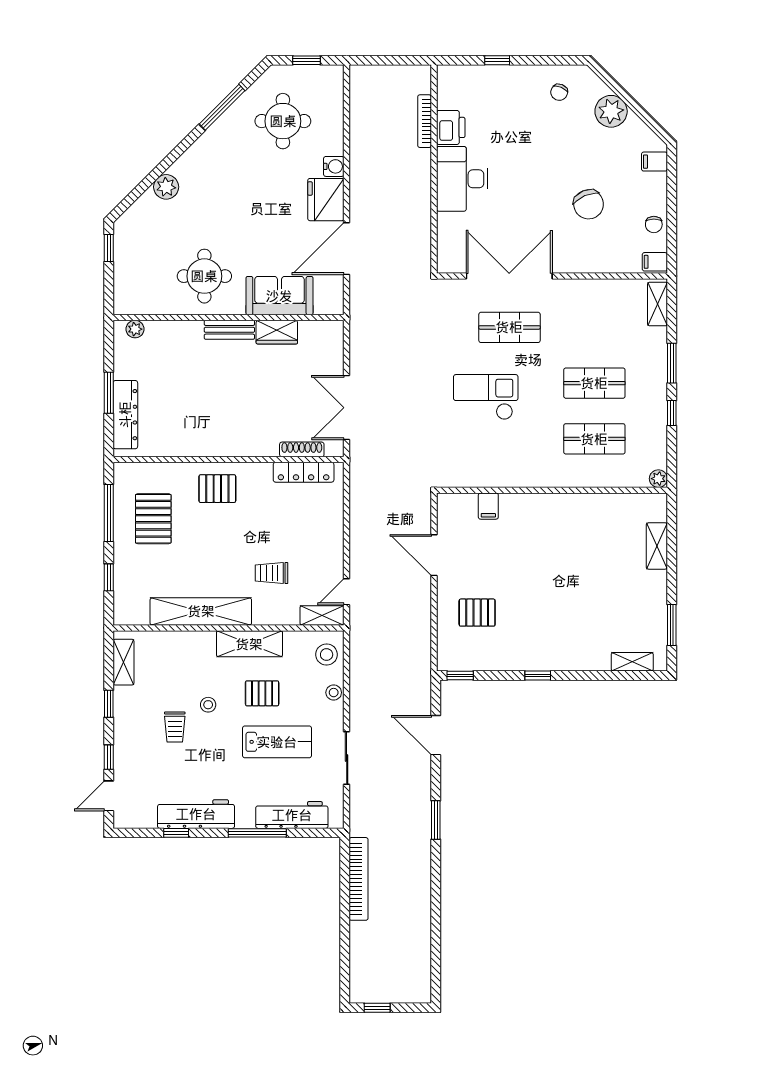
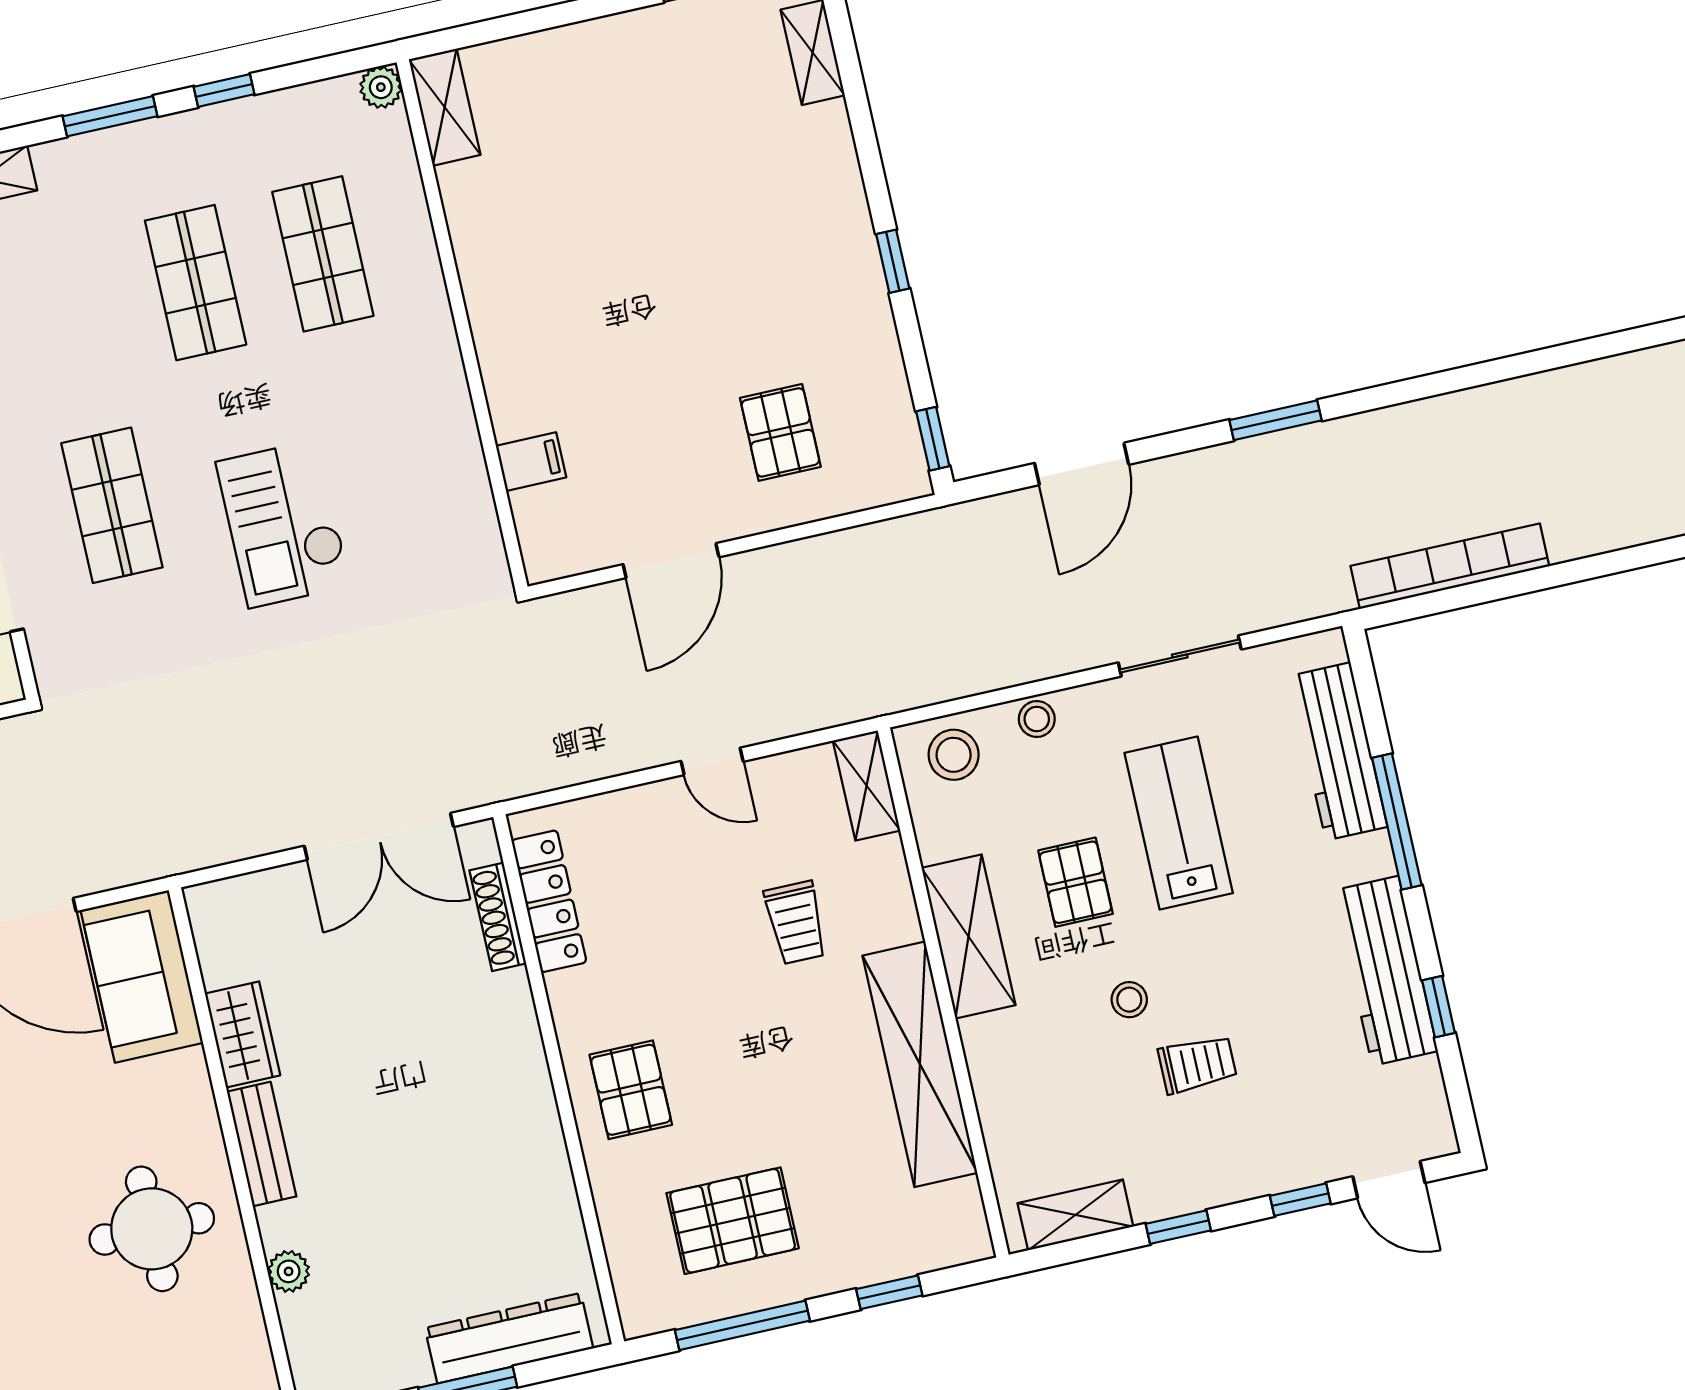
sofa: (279, 296) -> (142, 976), moved
plant: (135, 329) -> (289, 1271), moved
shelving: (657, 546) -> (445, 107), moved, turned 90
door: (347, 592) -> (712, 761), moved

